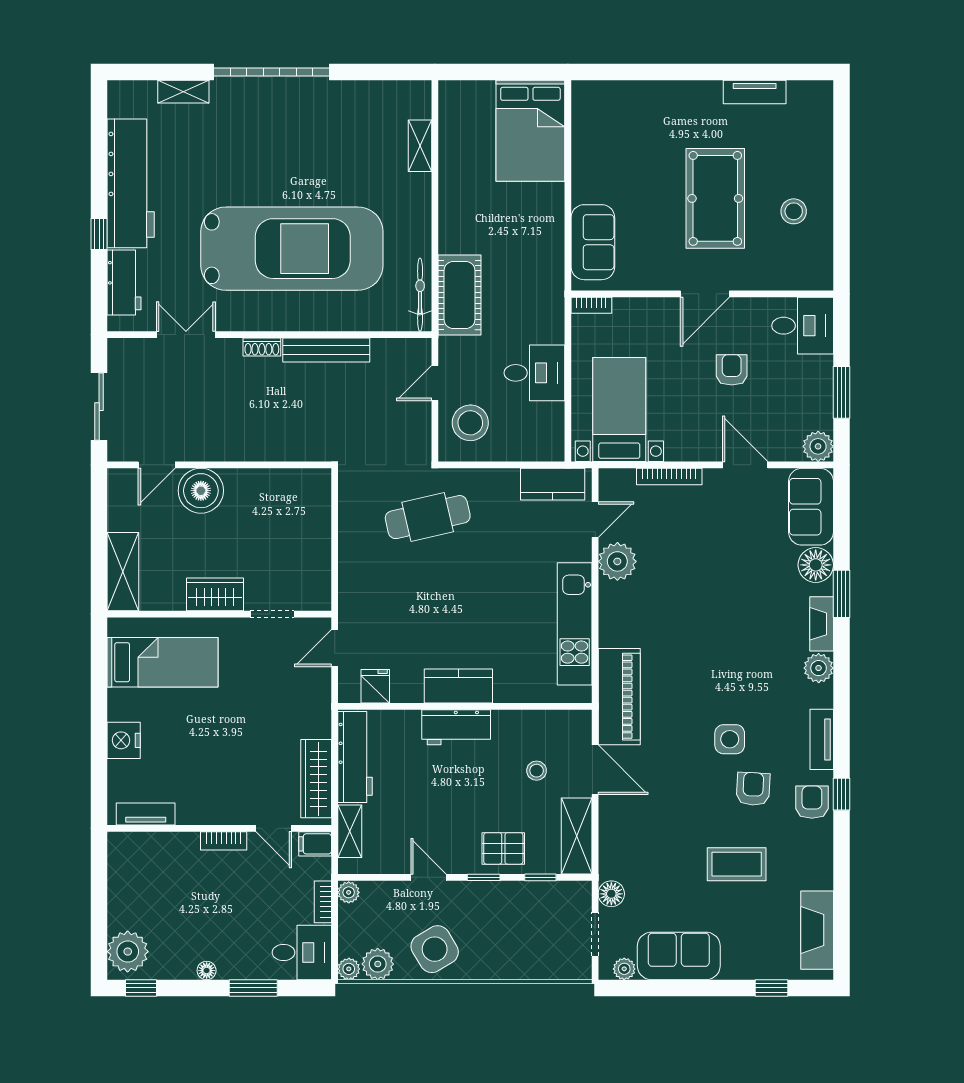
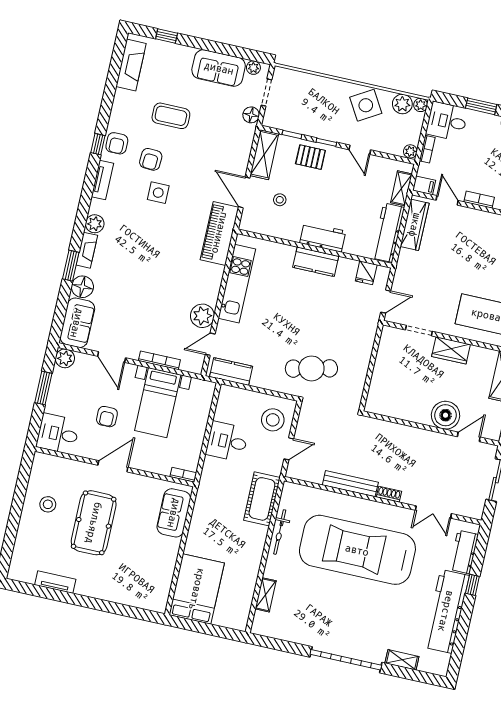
bicycle: (420, 295) -> (280, 532), moved
bed with nightstands: (619, 410) -> (158, 403), moved

